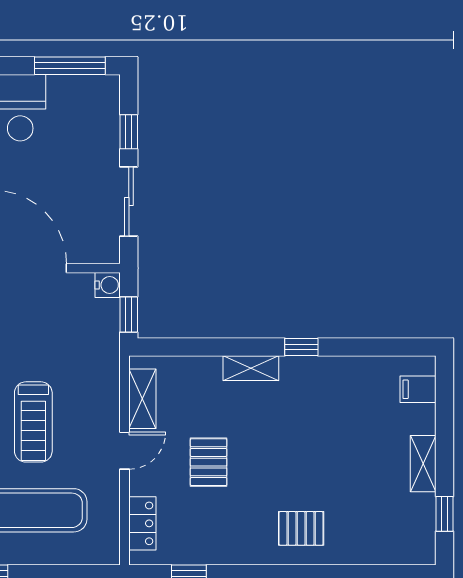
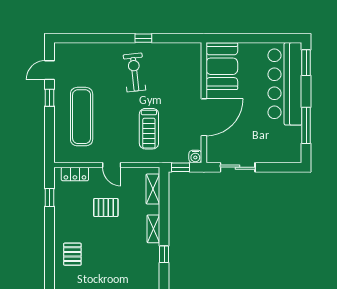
window: (70, 66) -> (306, 125), moved
window: (129, 132) -> (273, 167), removed
shelving: (142, 399) -> (153, 189), moved, turned 90
treadmill: (33, 422) -> (149, 129), moved, turned -90

